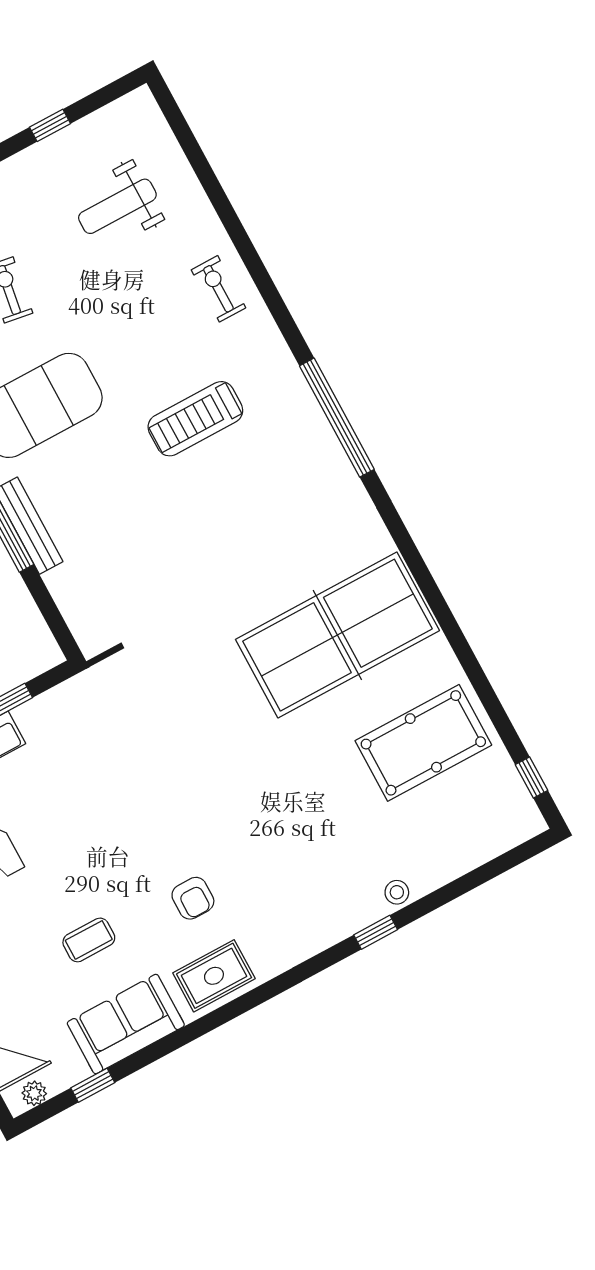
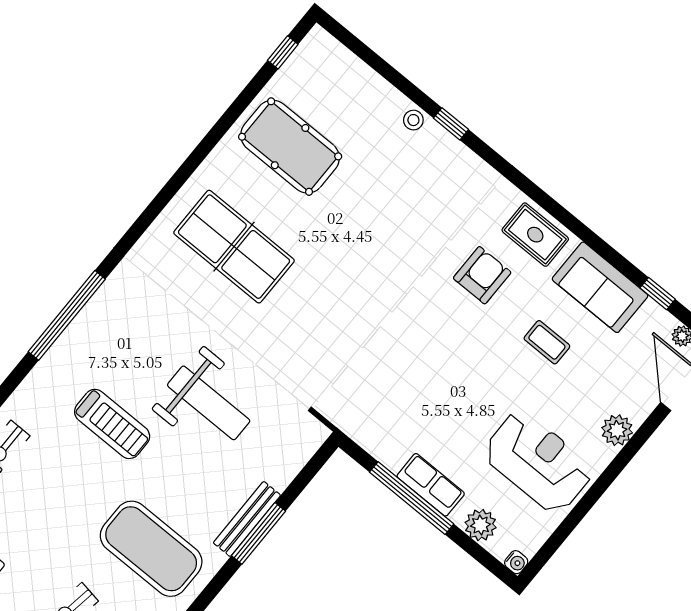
weight bench: (175, 536) -> (209, 403), added
table tennis table: (337, 635) -> (234, 247), width x0.73, depth x0.76
armchair: (193, 898) -> (482, 275), width x1.38, depth x1.38

